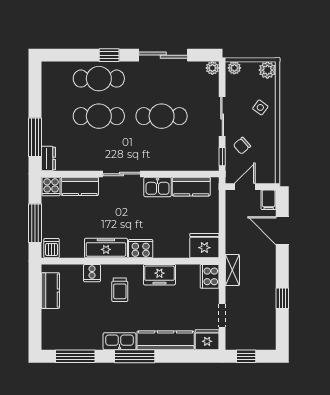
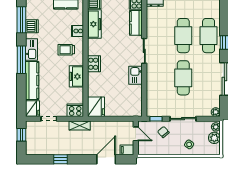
plant: (267, 70) -> (214, 138), moved
kitchen counter: (191, 187) -> (136, 98), removed
freezer: (106, 248) -> (94, 24), moved
dishwasher: (85, 341) -> (32, 26), added

